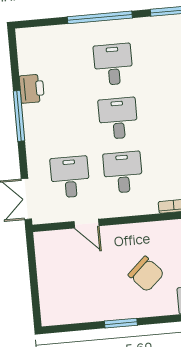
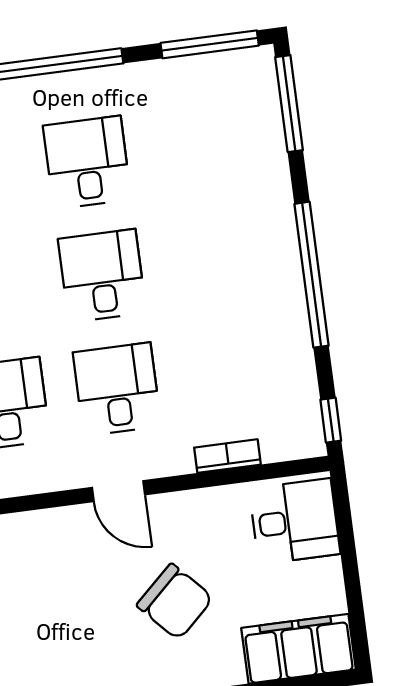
door: (87, 224) -> (119, 491), moved

